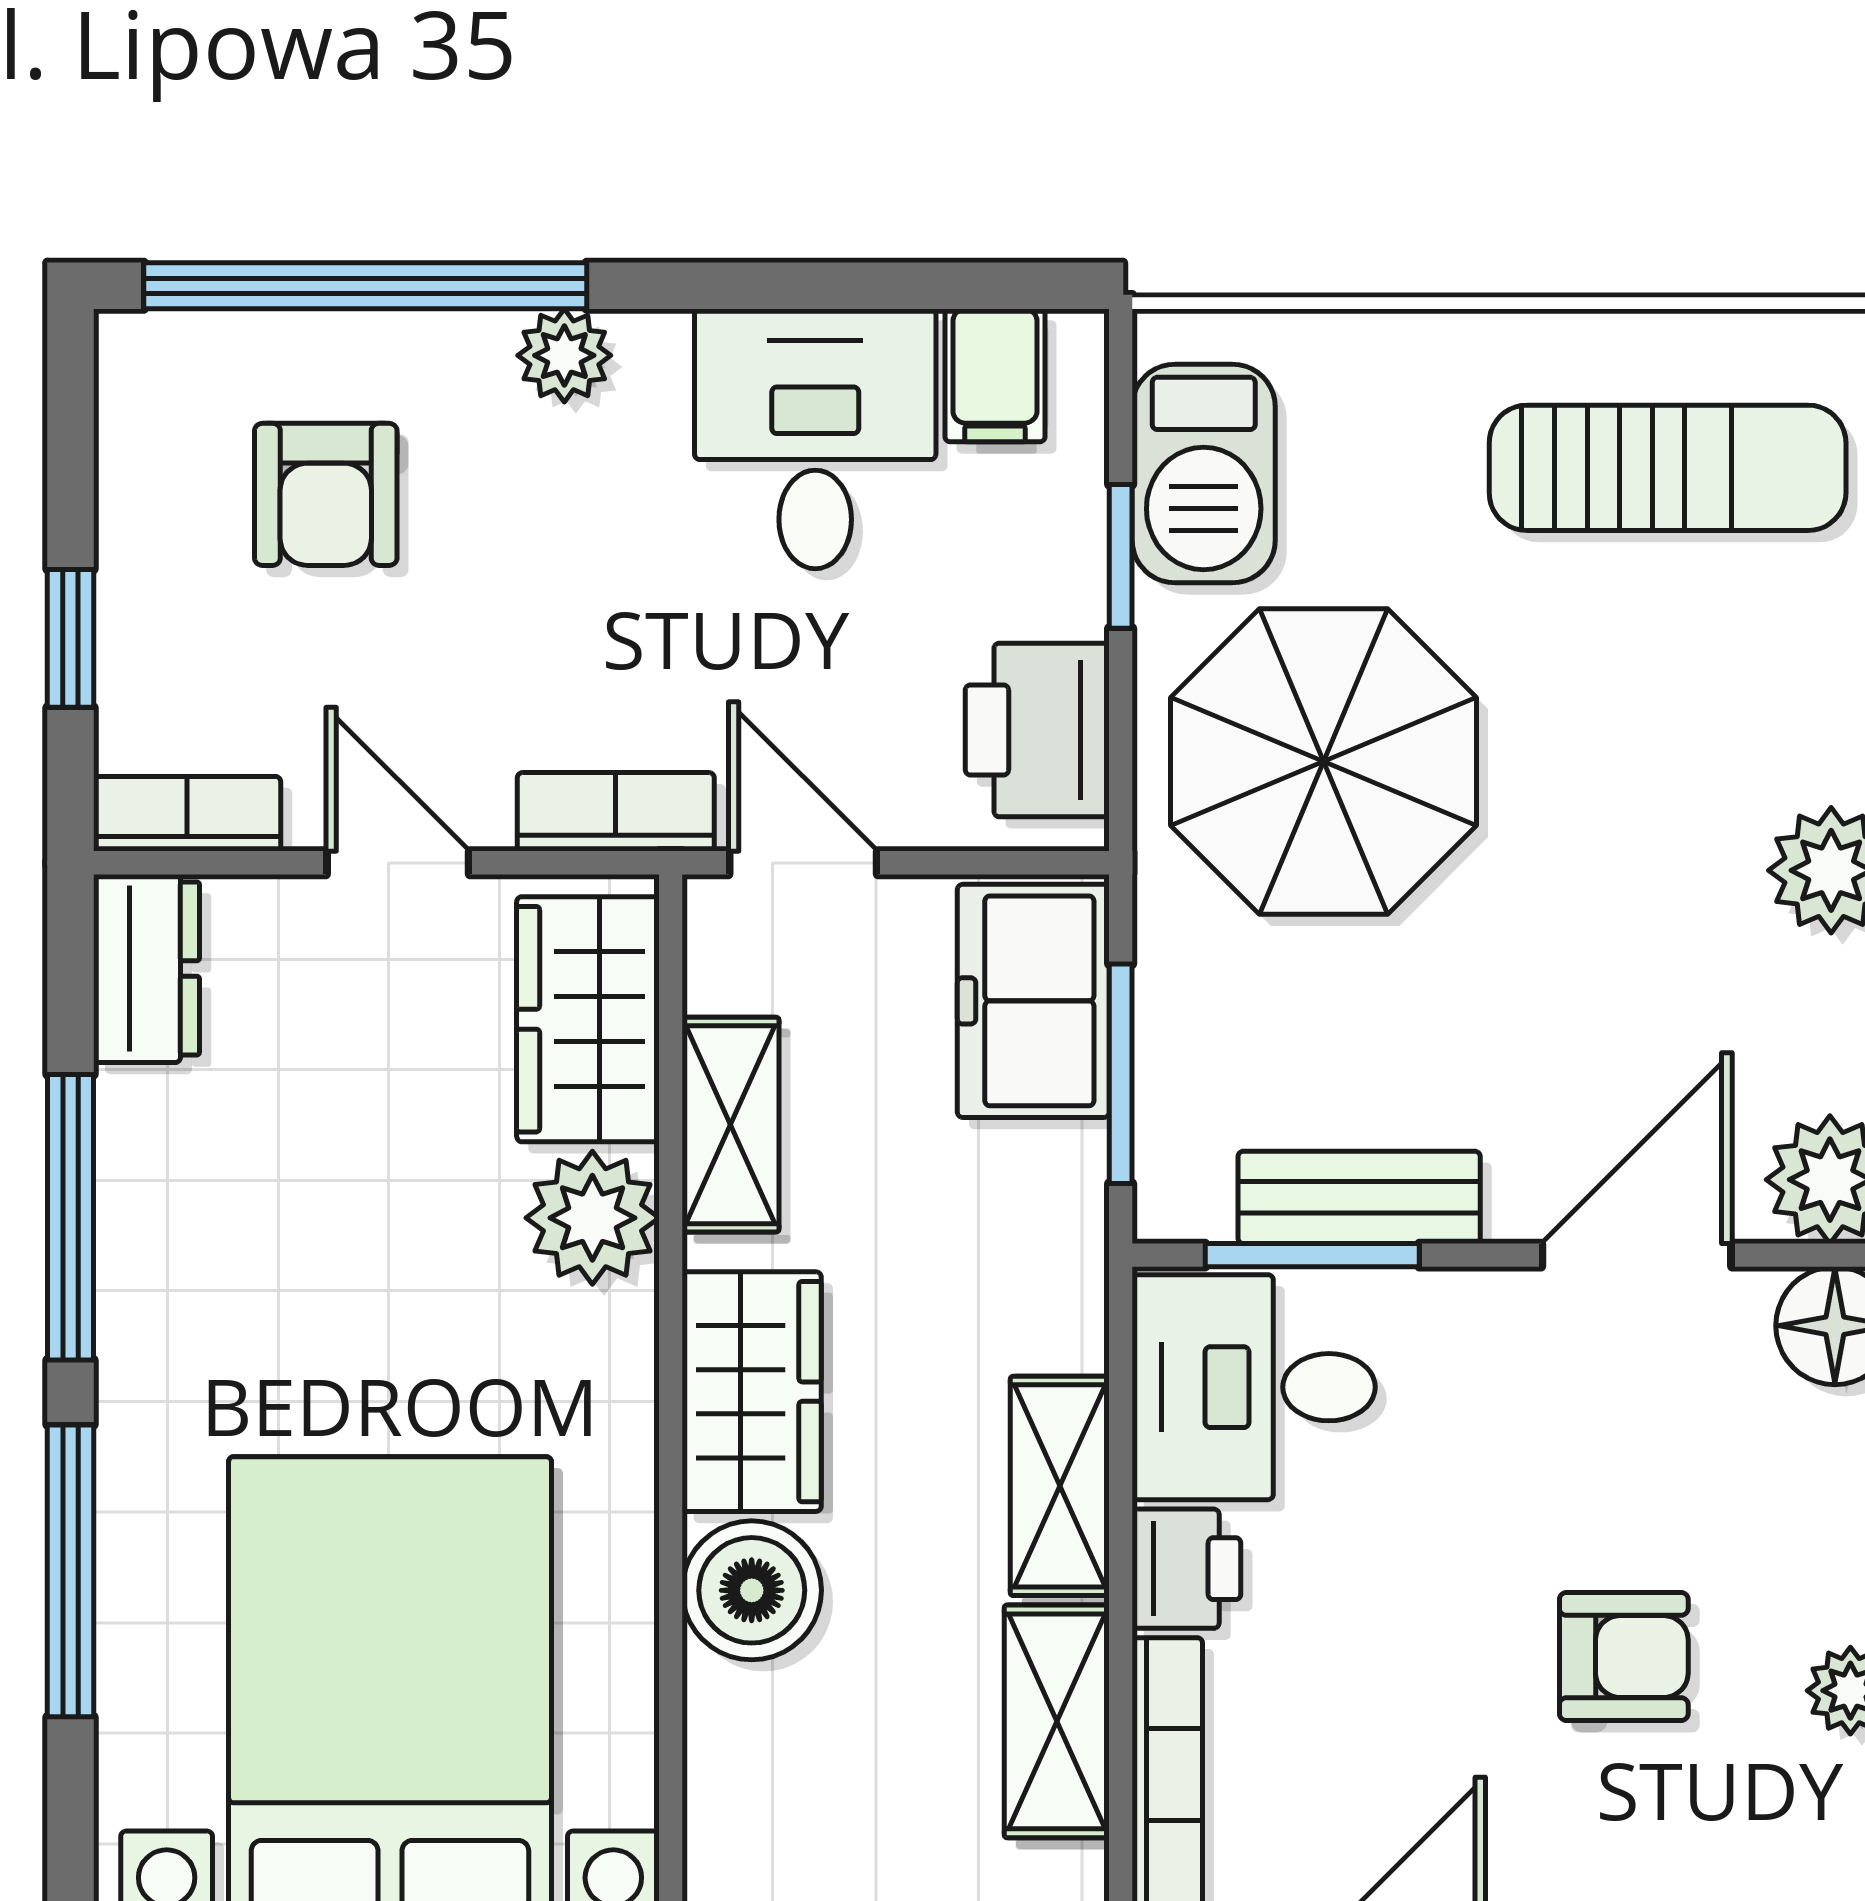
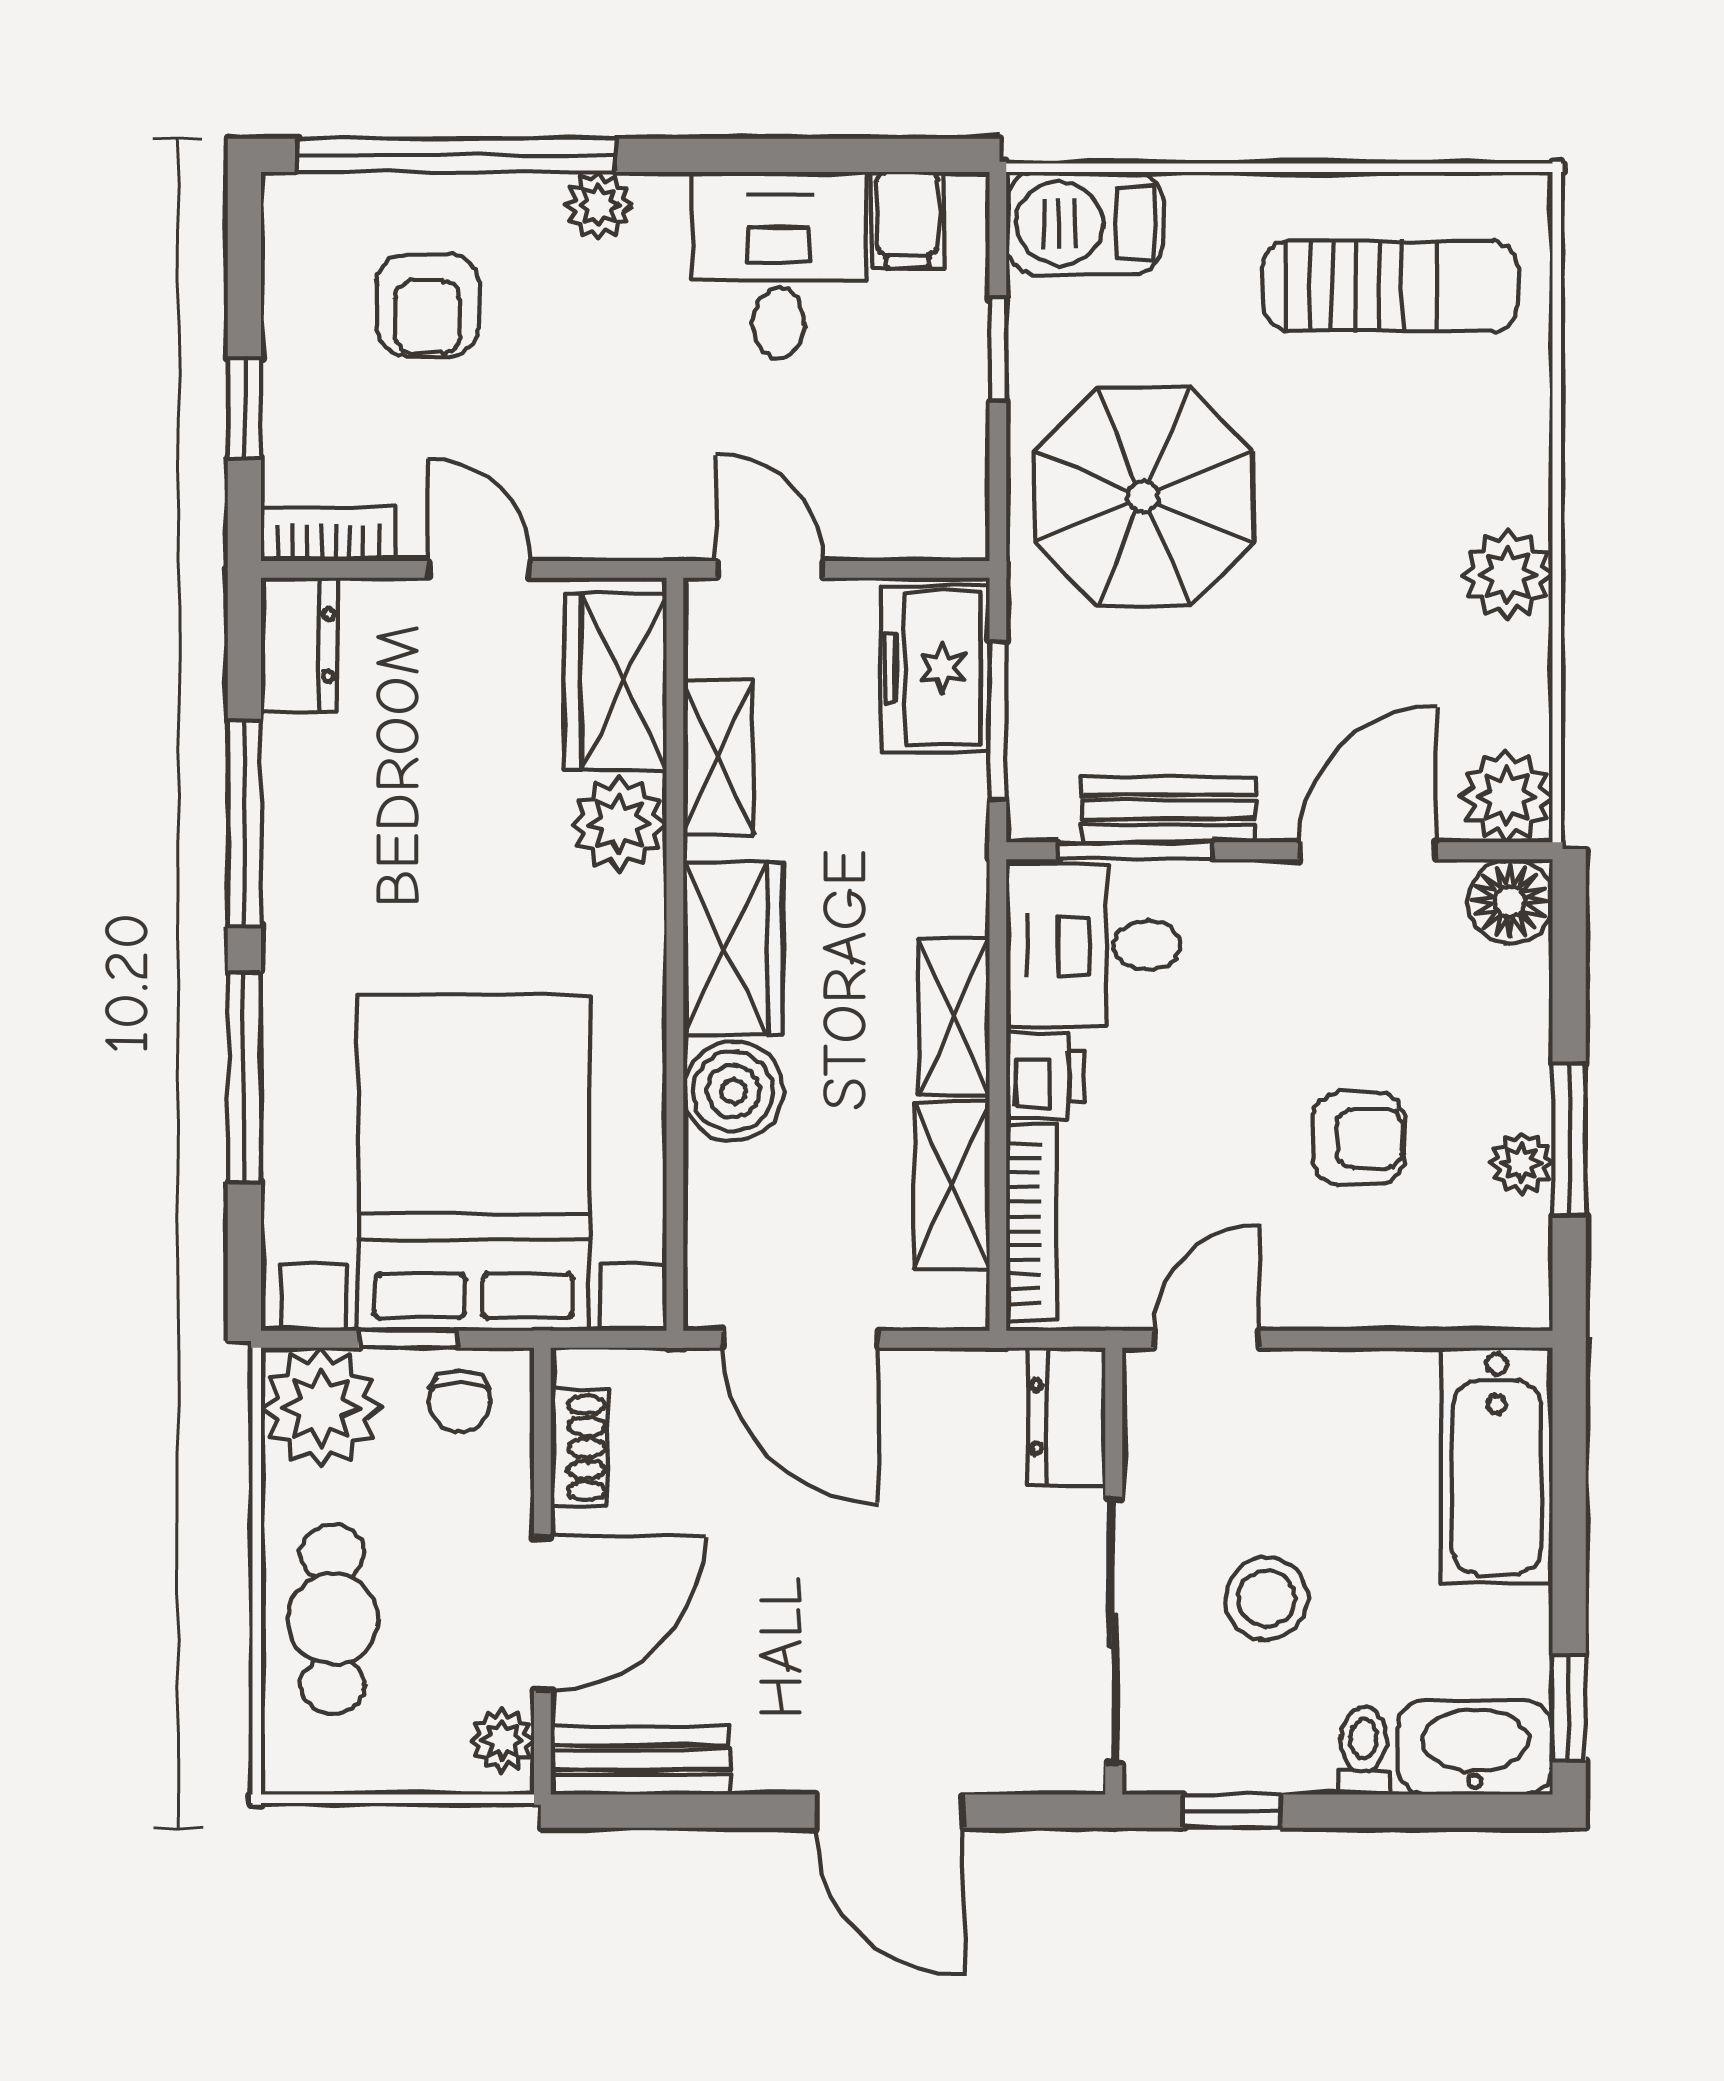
barbecue: (1204, 474) -> (1085, 223), moved, turned 90
printer: (1037, 730) -> (938, 474), removed
bookcase: (616, 812) -> (636, 533), removed

